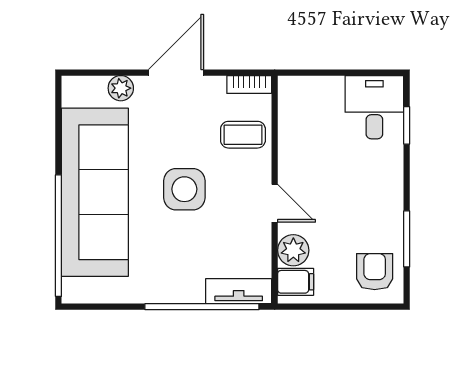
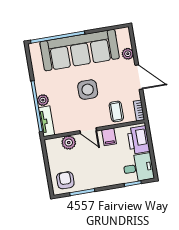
printer: (313, 97) -> (138, 140), added
door: (275, 203) -> (88, 131), hinge flipped
armchair: (375, 272) -> (65, 180), turned -90
filing cabinet: (296, 282) -> (109, 137), moved
plant: (191, 291) -> (43, 100), added

